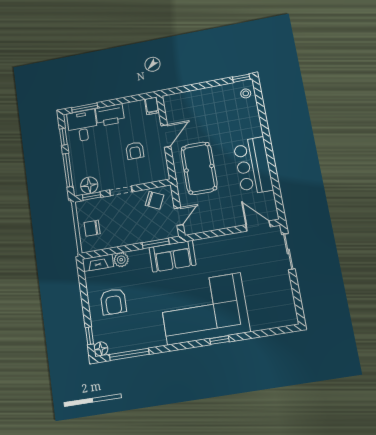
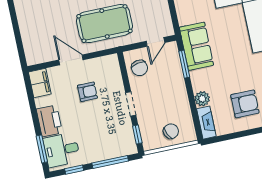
filing cabinet: (152, 106) -> (40, 83), width x2.00
floor lamp: (89, 185) -> (126, 138), removed
chair: (155, 200) -> (140, 68), turned 144
door: (179, 216) -> (155, 42), swing flipped
chair: (92, 228) -> (171, 131), turned -115

